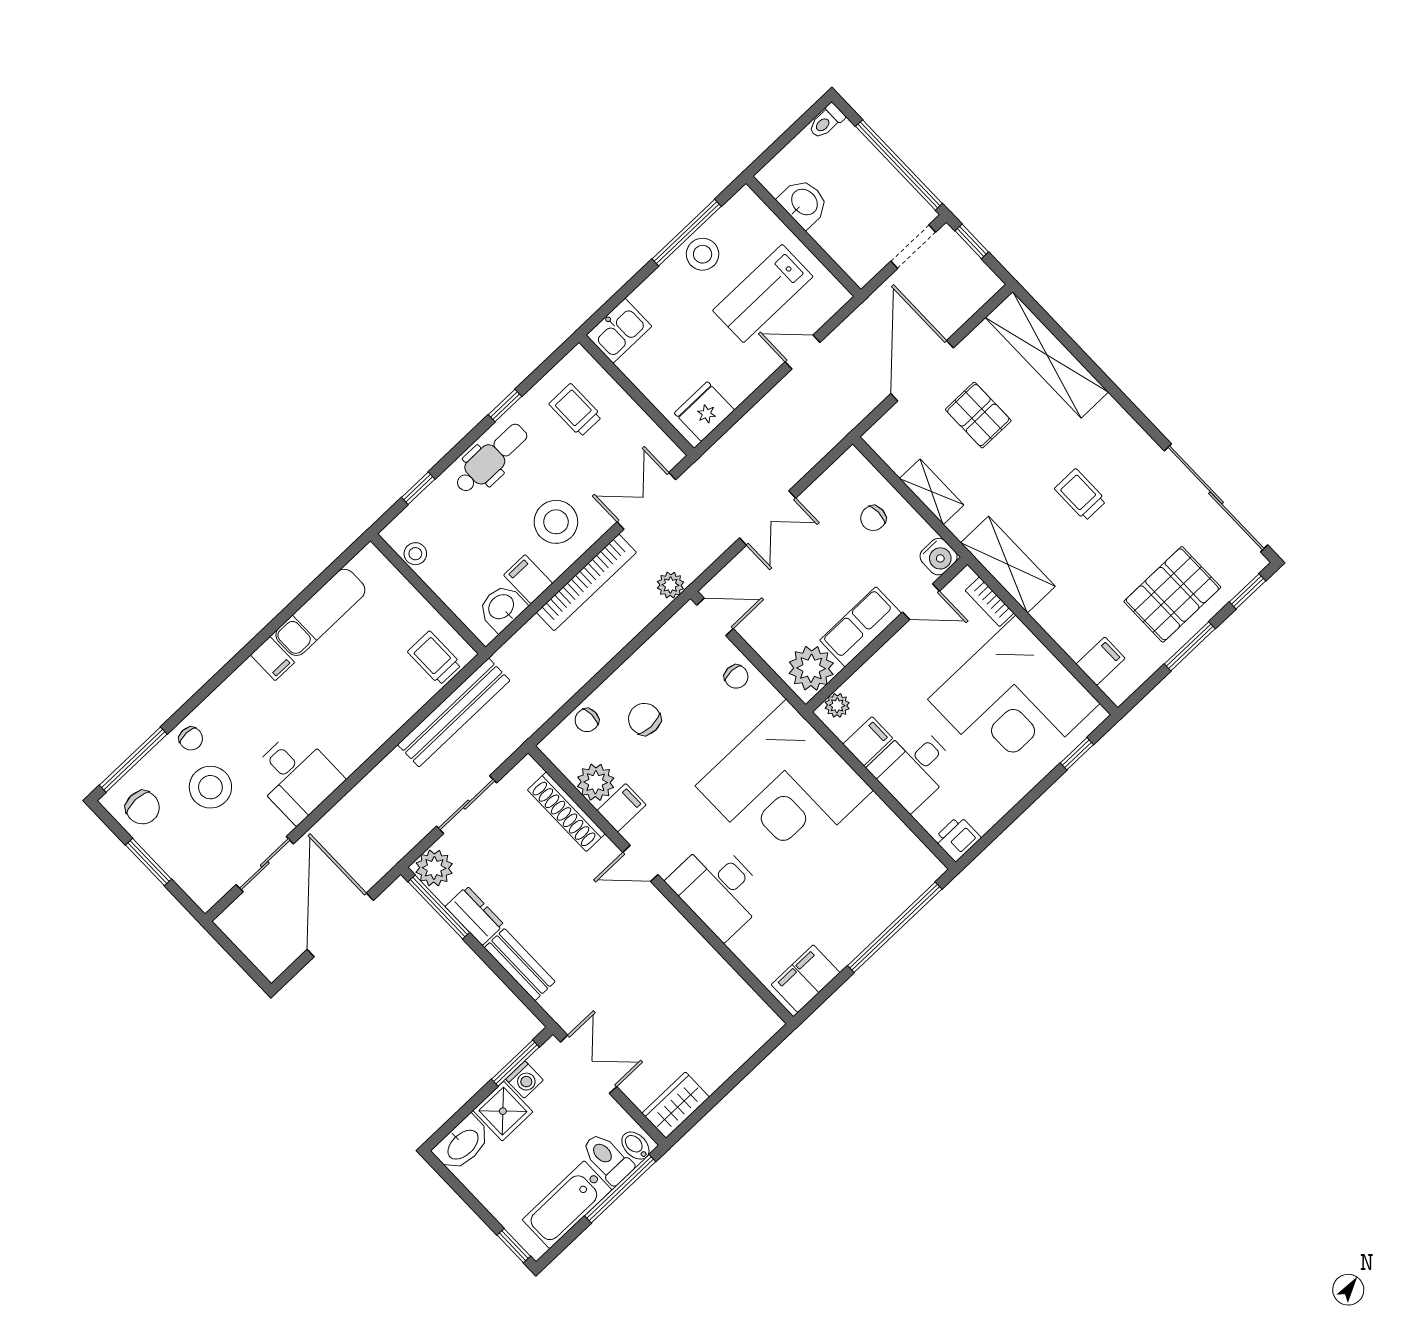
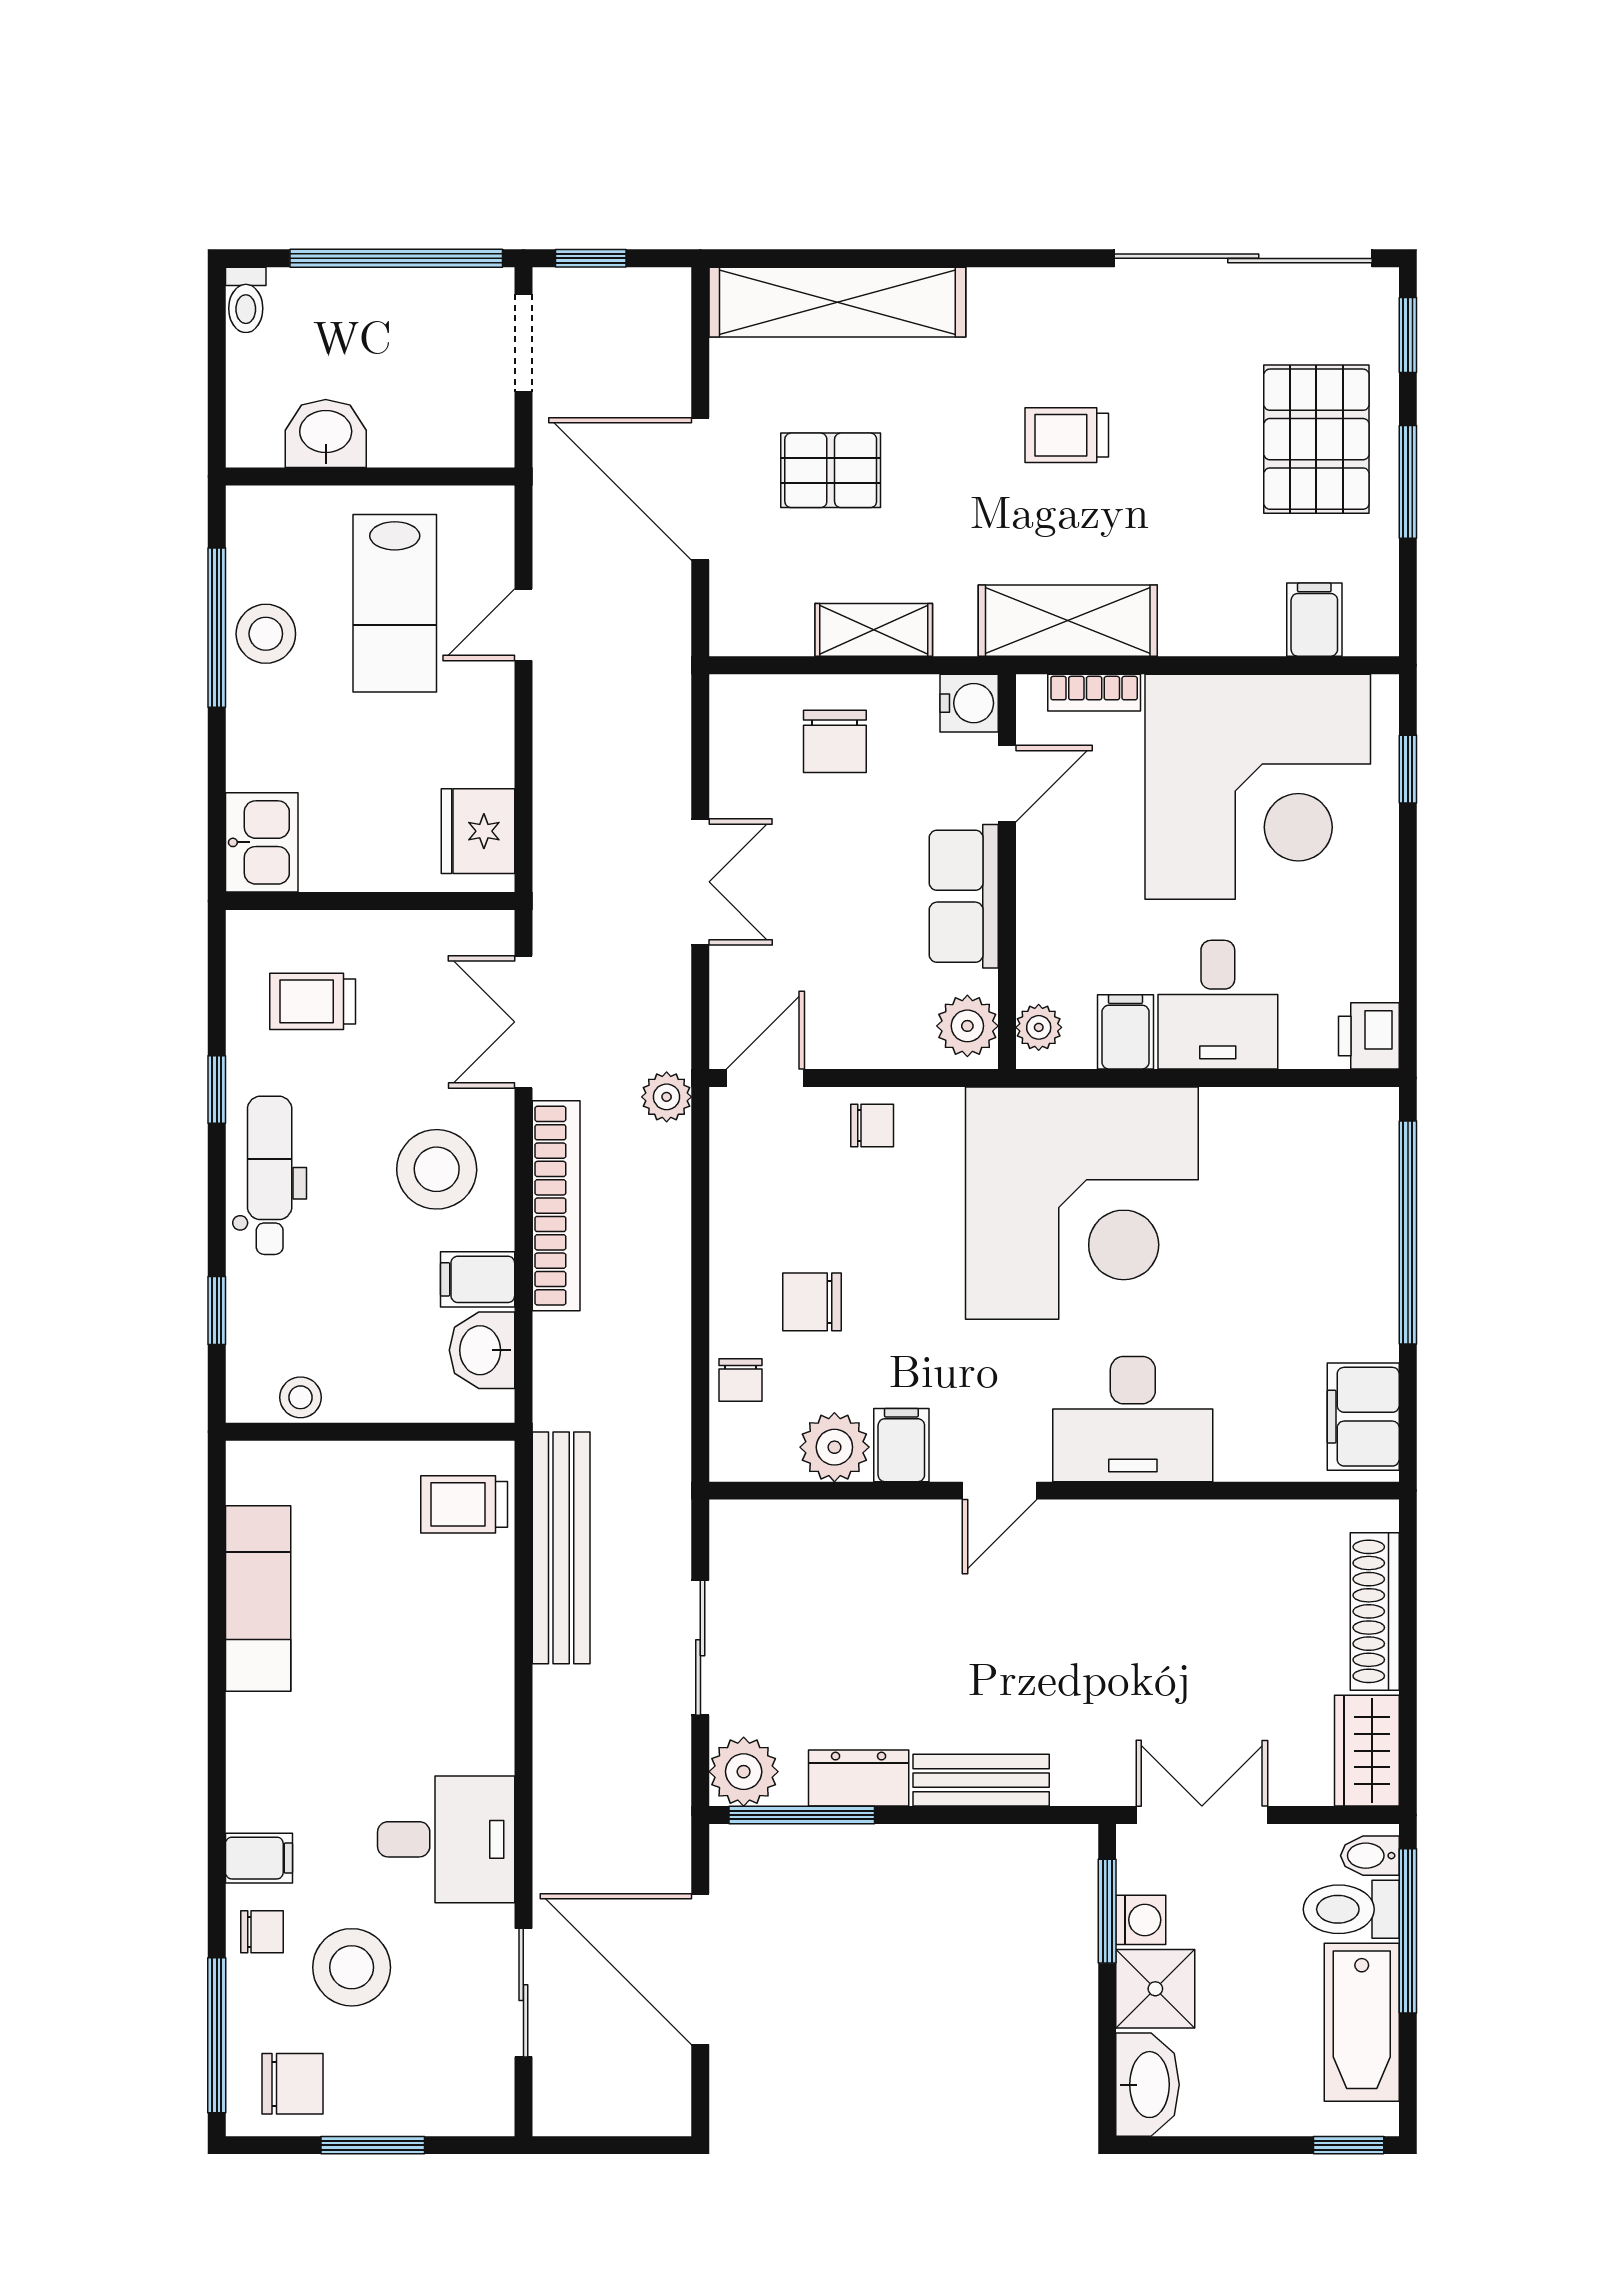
chair: (873, 518) -> (835, 741), width x1.37, depth x1.37
filing cabinet: (273, 659) -> (259, 1858), moved
plant: (811, 668) -> (967, 1026), width x0.73, depth x0.73
shoe rack: (566, 812) -> (1375, 1611), moved, turned 90

